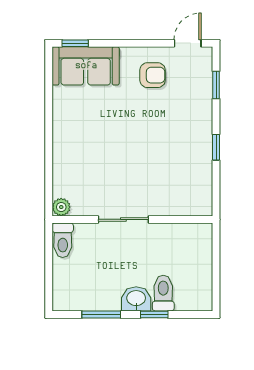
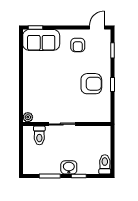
armchair: (153, 75) -> (78, 45), turned 90
armchair: (177, 146) -> (91, 84), added
toilet: (63, 240) -> (39, 135), moved
toilet: (163, 293) -> (105, 164), moved

